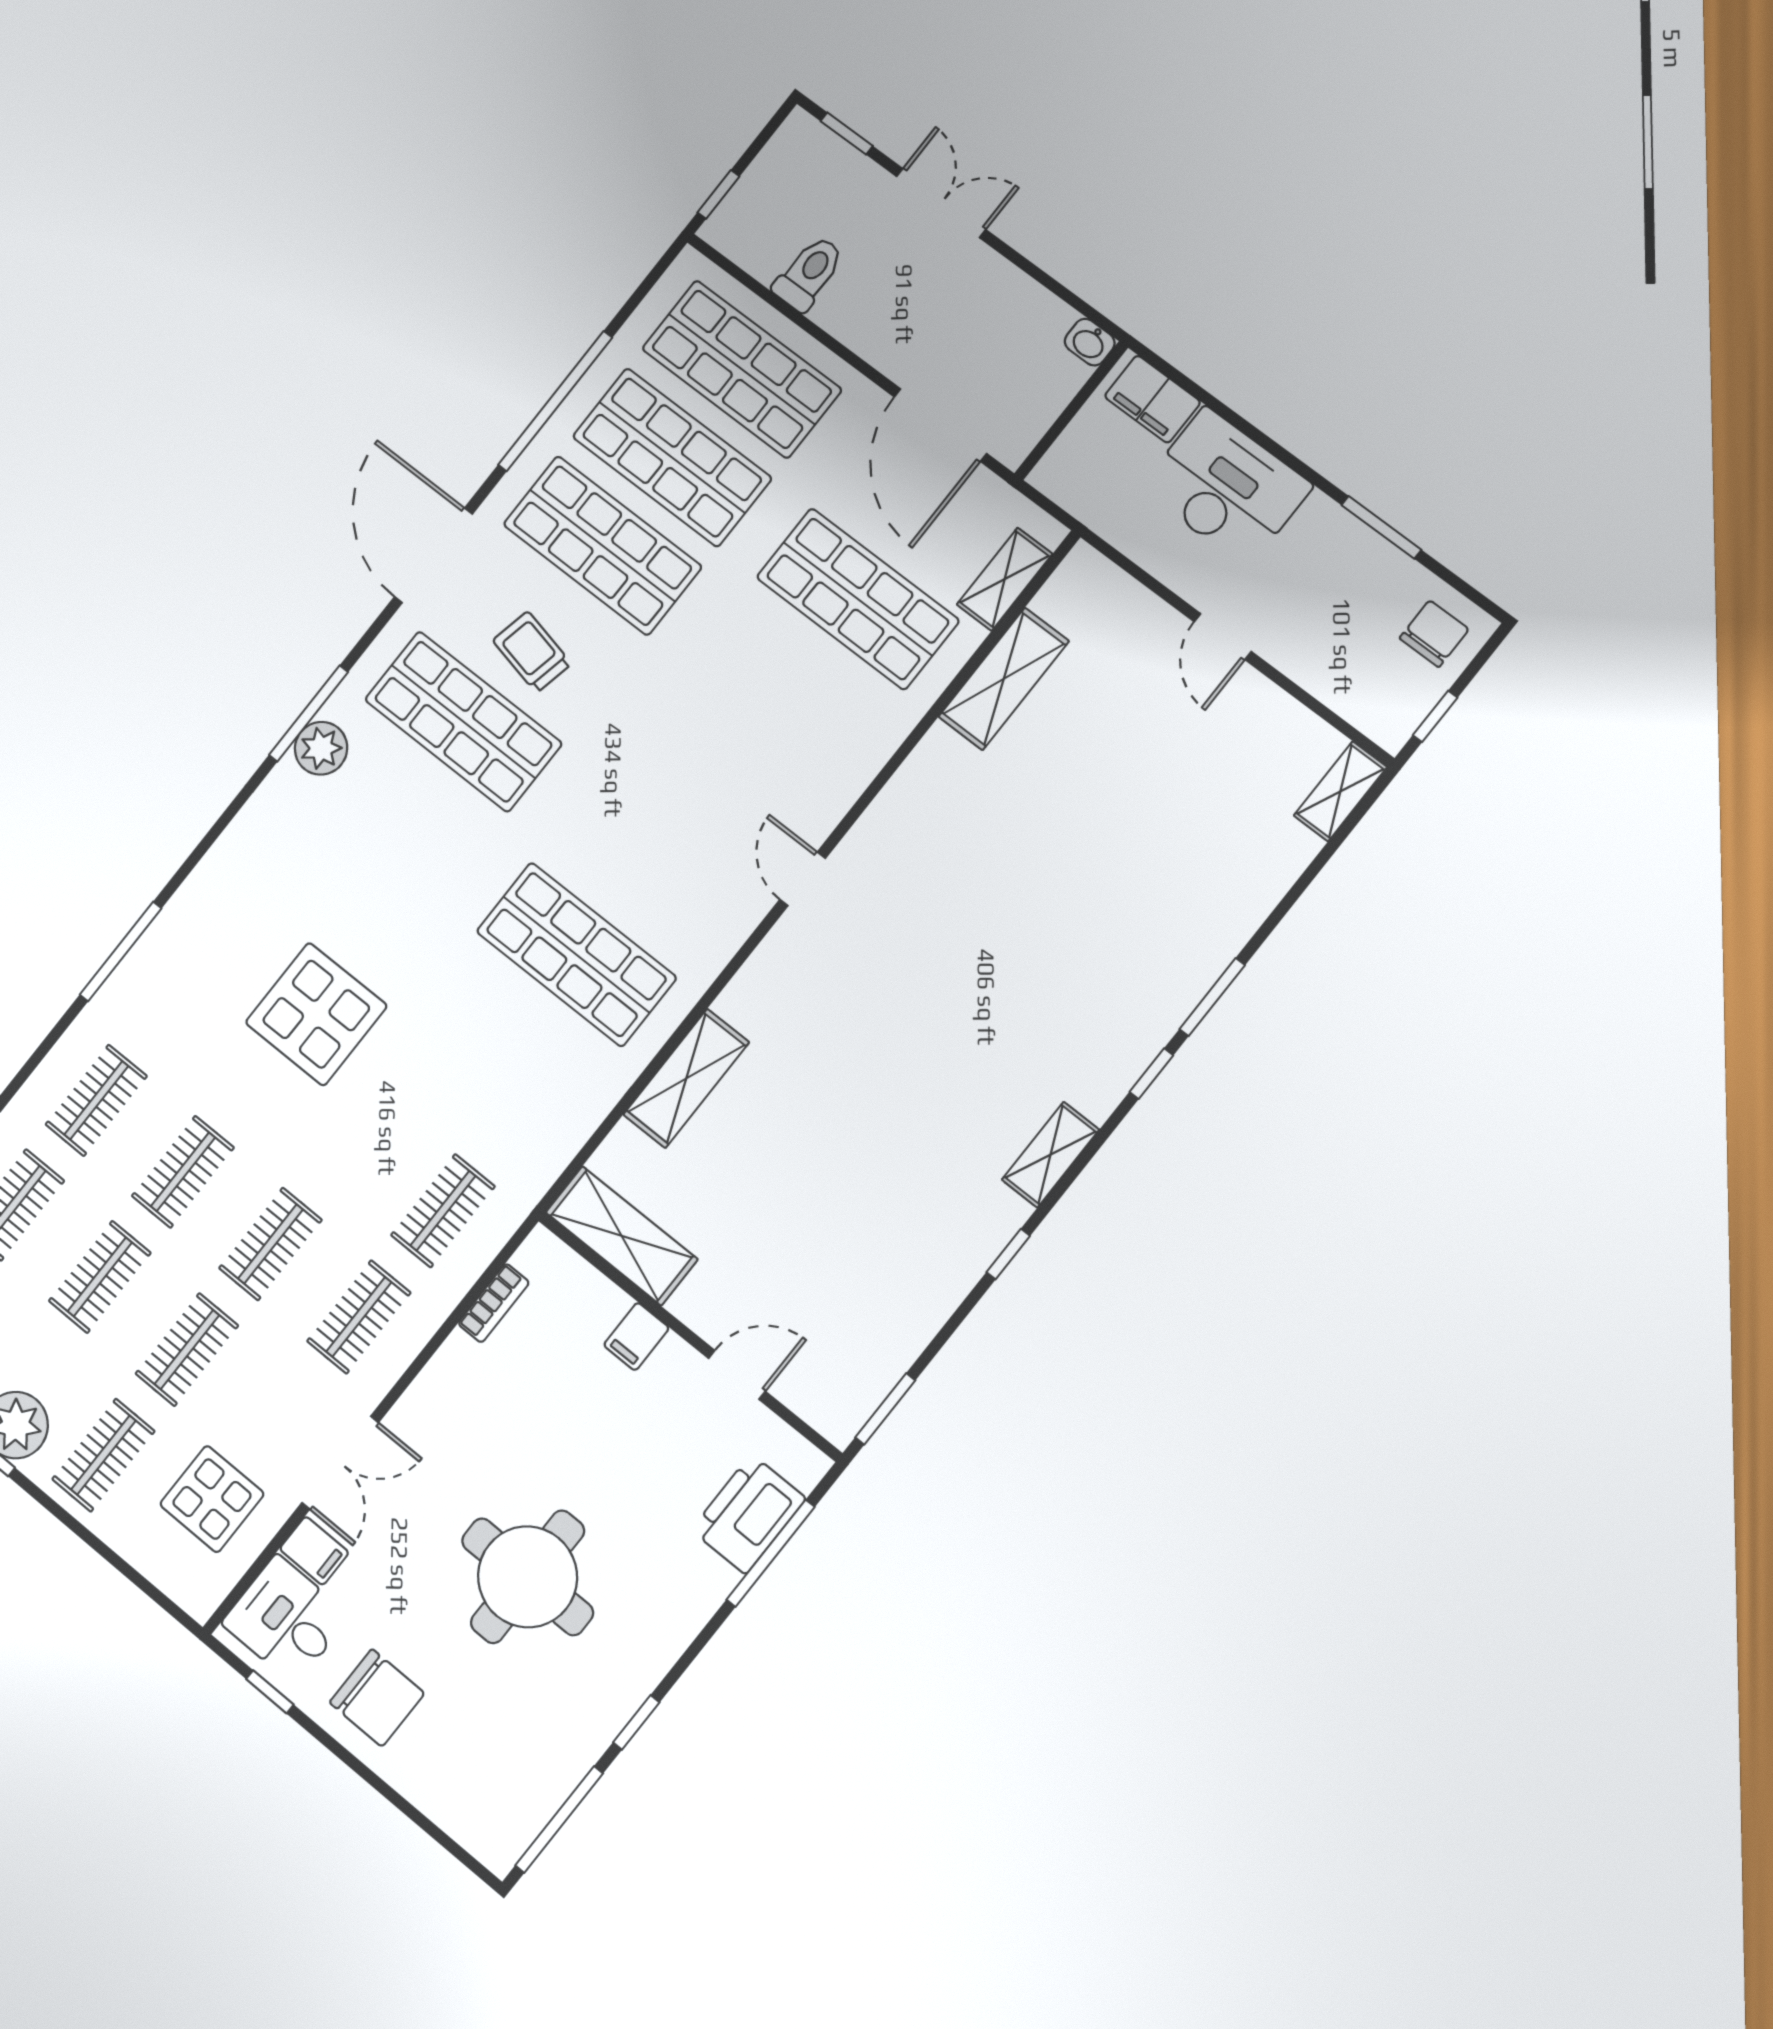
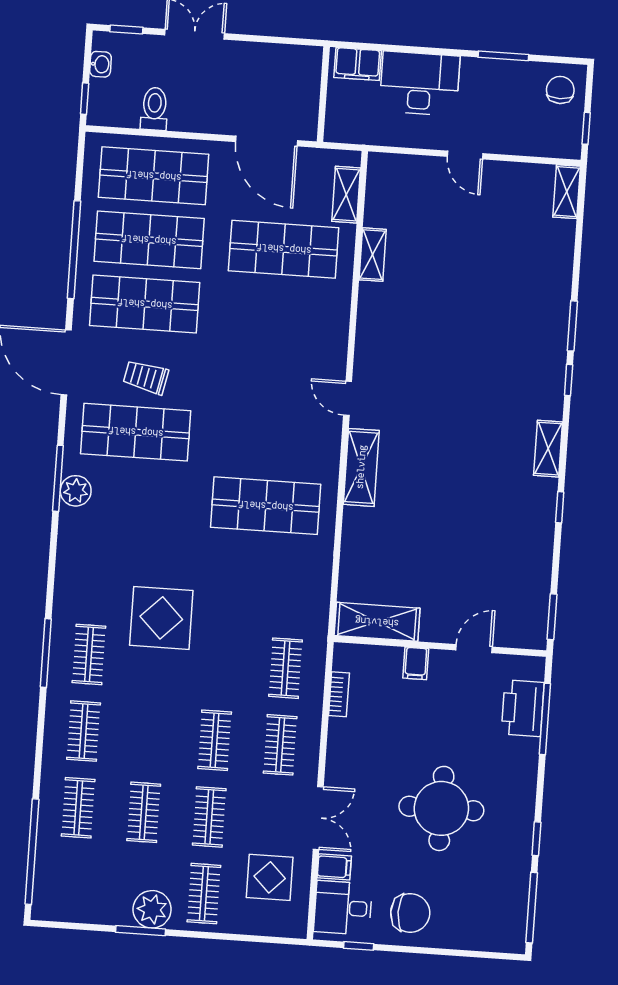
washbasin: (1090, 342) -> (100, 64), moved, turned -90
shelving: (1004, 679) -> (373, 255), width x0.67, depth x0.75
shelving: (686, 1078) -> (361, 467), moved
clothes rail: (183, 1172) -> (89, 654), moved

